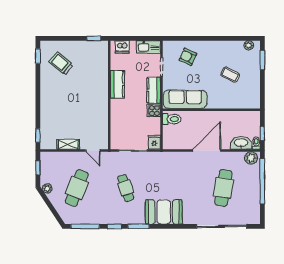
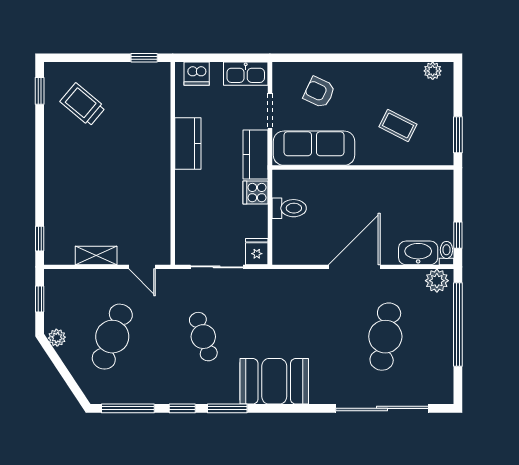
window: (262, 60) -> (458, 135), moved
sofa: (185, 99) -> (314, 148), moved
wall: (211, 110) -> (363, 168), moved

